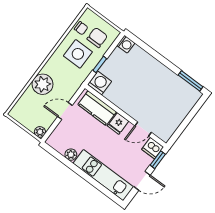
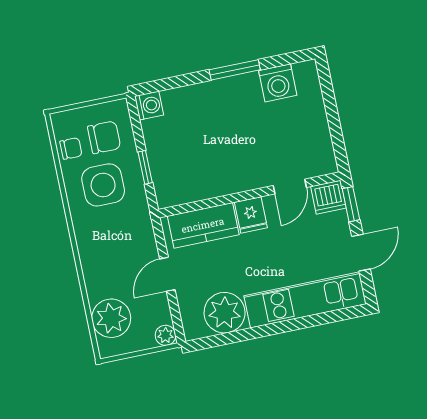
chair: (97, 37) -> (104, 137), turned 90
window: (191, 81) -> (235, 70), moved
washing machine: (100, 83) -> (278, 83), moved, turned 180
plant: (43, 84) -> (111, 318), moved
plant: (71, 155) -> (225, 313), width x1.88, depth x1.88

